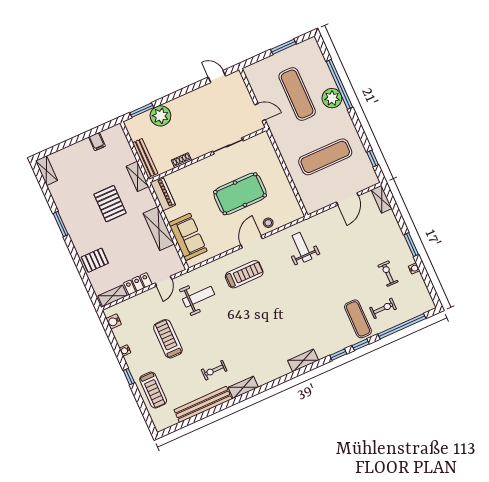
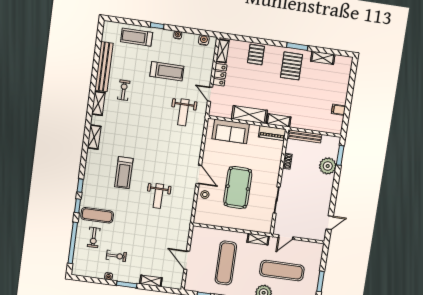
shelving: (280, 139) -> (258, 239), added
shelving: (46, 171) -> (323, 58), moved
shelving: (137, 176) -> (279, 120), moved
shelving: (382, 199) -> (151, 281), moved
pallet: (110, 204) -> (291, 66), moved, turned 90
weight bench: (302, 247) -> (158, 196), moved, turned 90
treadmill: (244, 274) -> (124, 173), moved
shelving: (303, 360) -> (94, 137), moved

